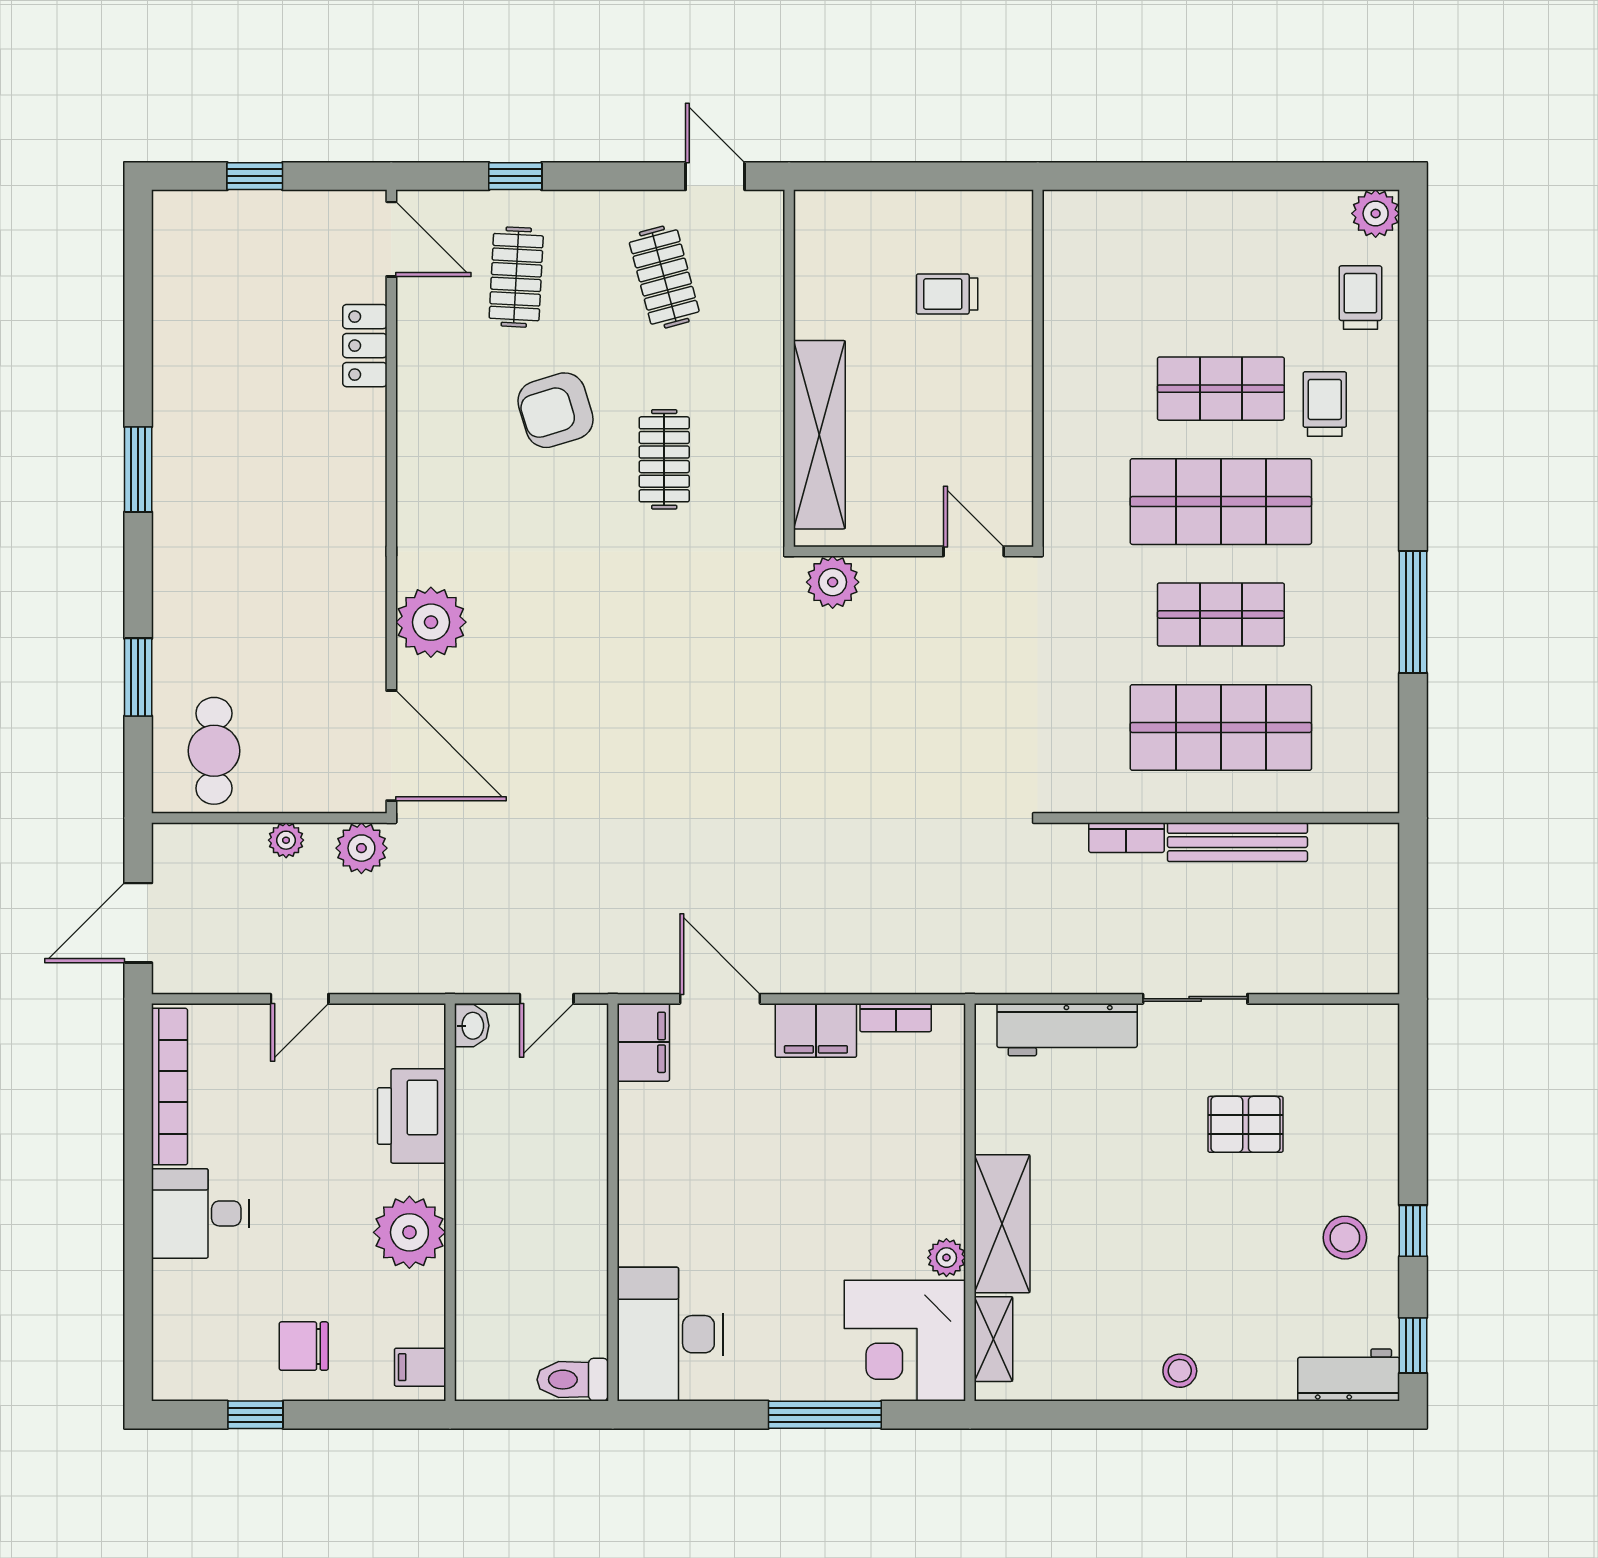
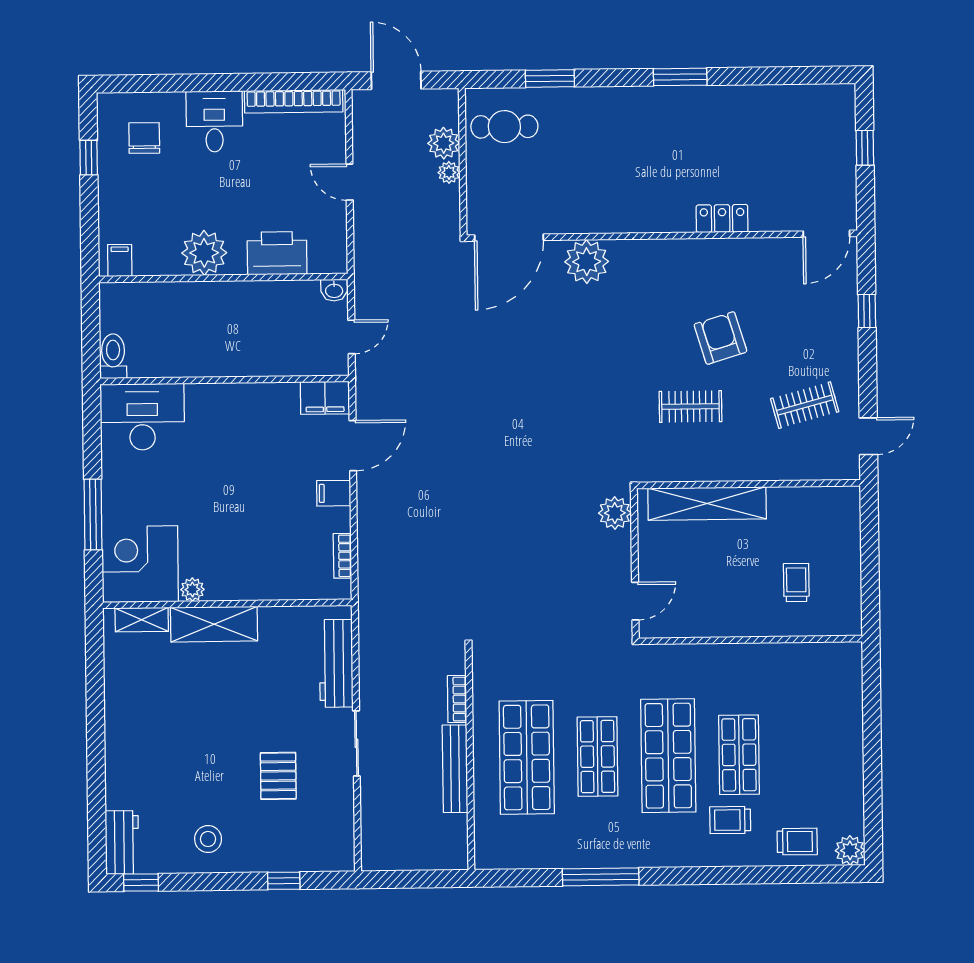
clothes rail: (516, 277) -> (804, 312), removed
locker: (365, 346) -> (722, 218), moved
trolley: (1325, 404) -> (730, 820), turned 180
plant: (361, 848) -> (444, 143), moved
door: (547, 999) -> (351, 337), swing flipped
filing cabinet: (816, 1030) -> (334, 493), width x0.50
window: (1413, 1231) -> (284, 881), moved
chair: (304, 1346) -> (144, 138), moved
stool: (1180, 1371) -> (123, 737), removed

